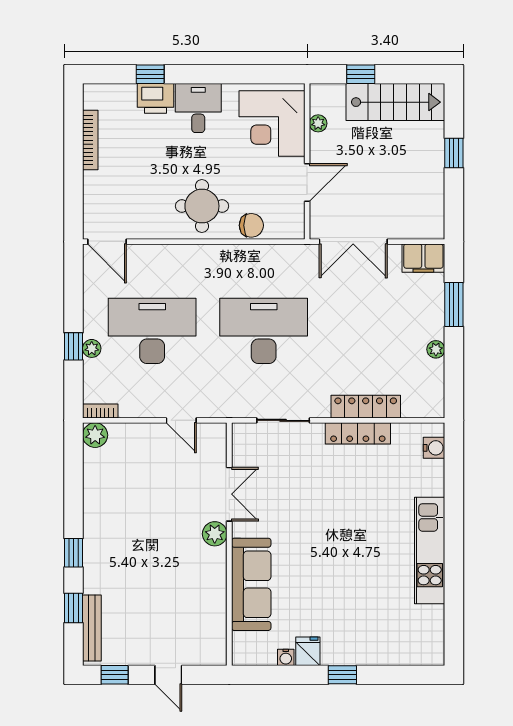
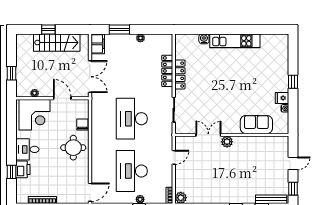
stairs: (395, 102) -> (57, 43), moved, turned 90
water cooler: (434, 448) -> (204, 39), moved
sofa: (251, 584) -> (256, 125), width x0.73

